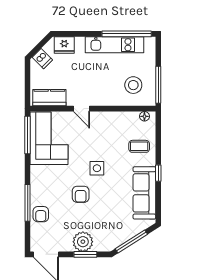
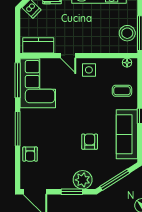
stool: (133, 85) -> (127, 33), moved
side table: (97, 168) -> (89, 70), moved
armchair: (81, 194) -> (90, 142), moved, turned 180
window: (28, 203) -> (18, 129), moved
plant: (83, 242) -> (83, 180), moved

